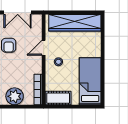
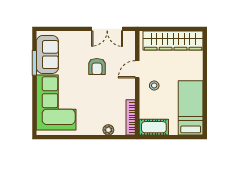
plant: (15, 96) -> (108, 130), width x0.53, depth x0.53

